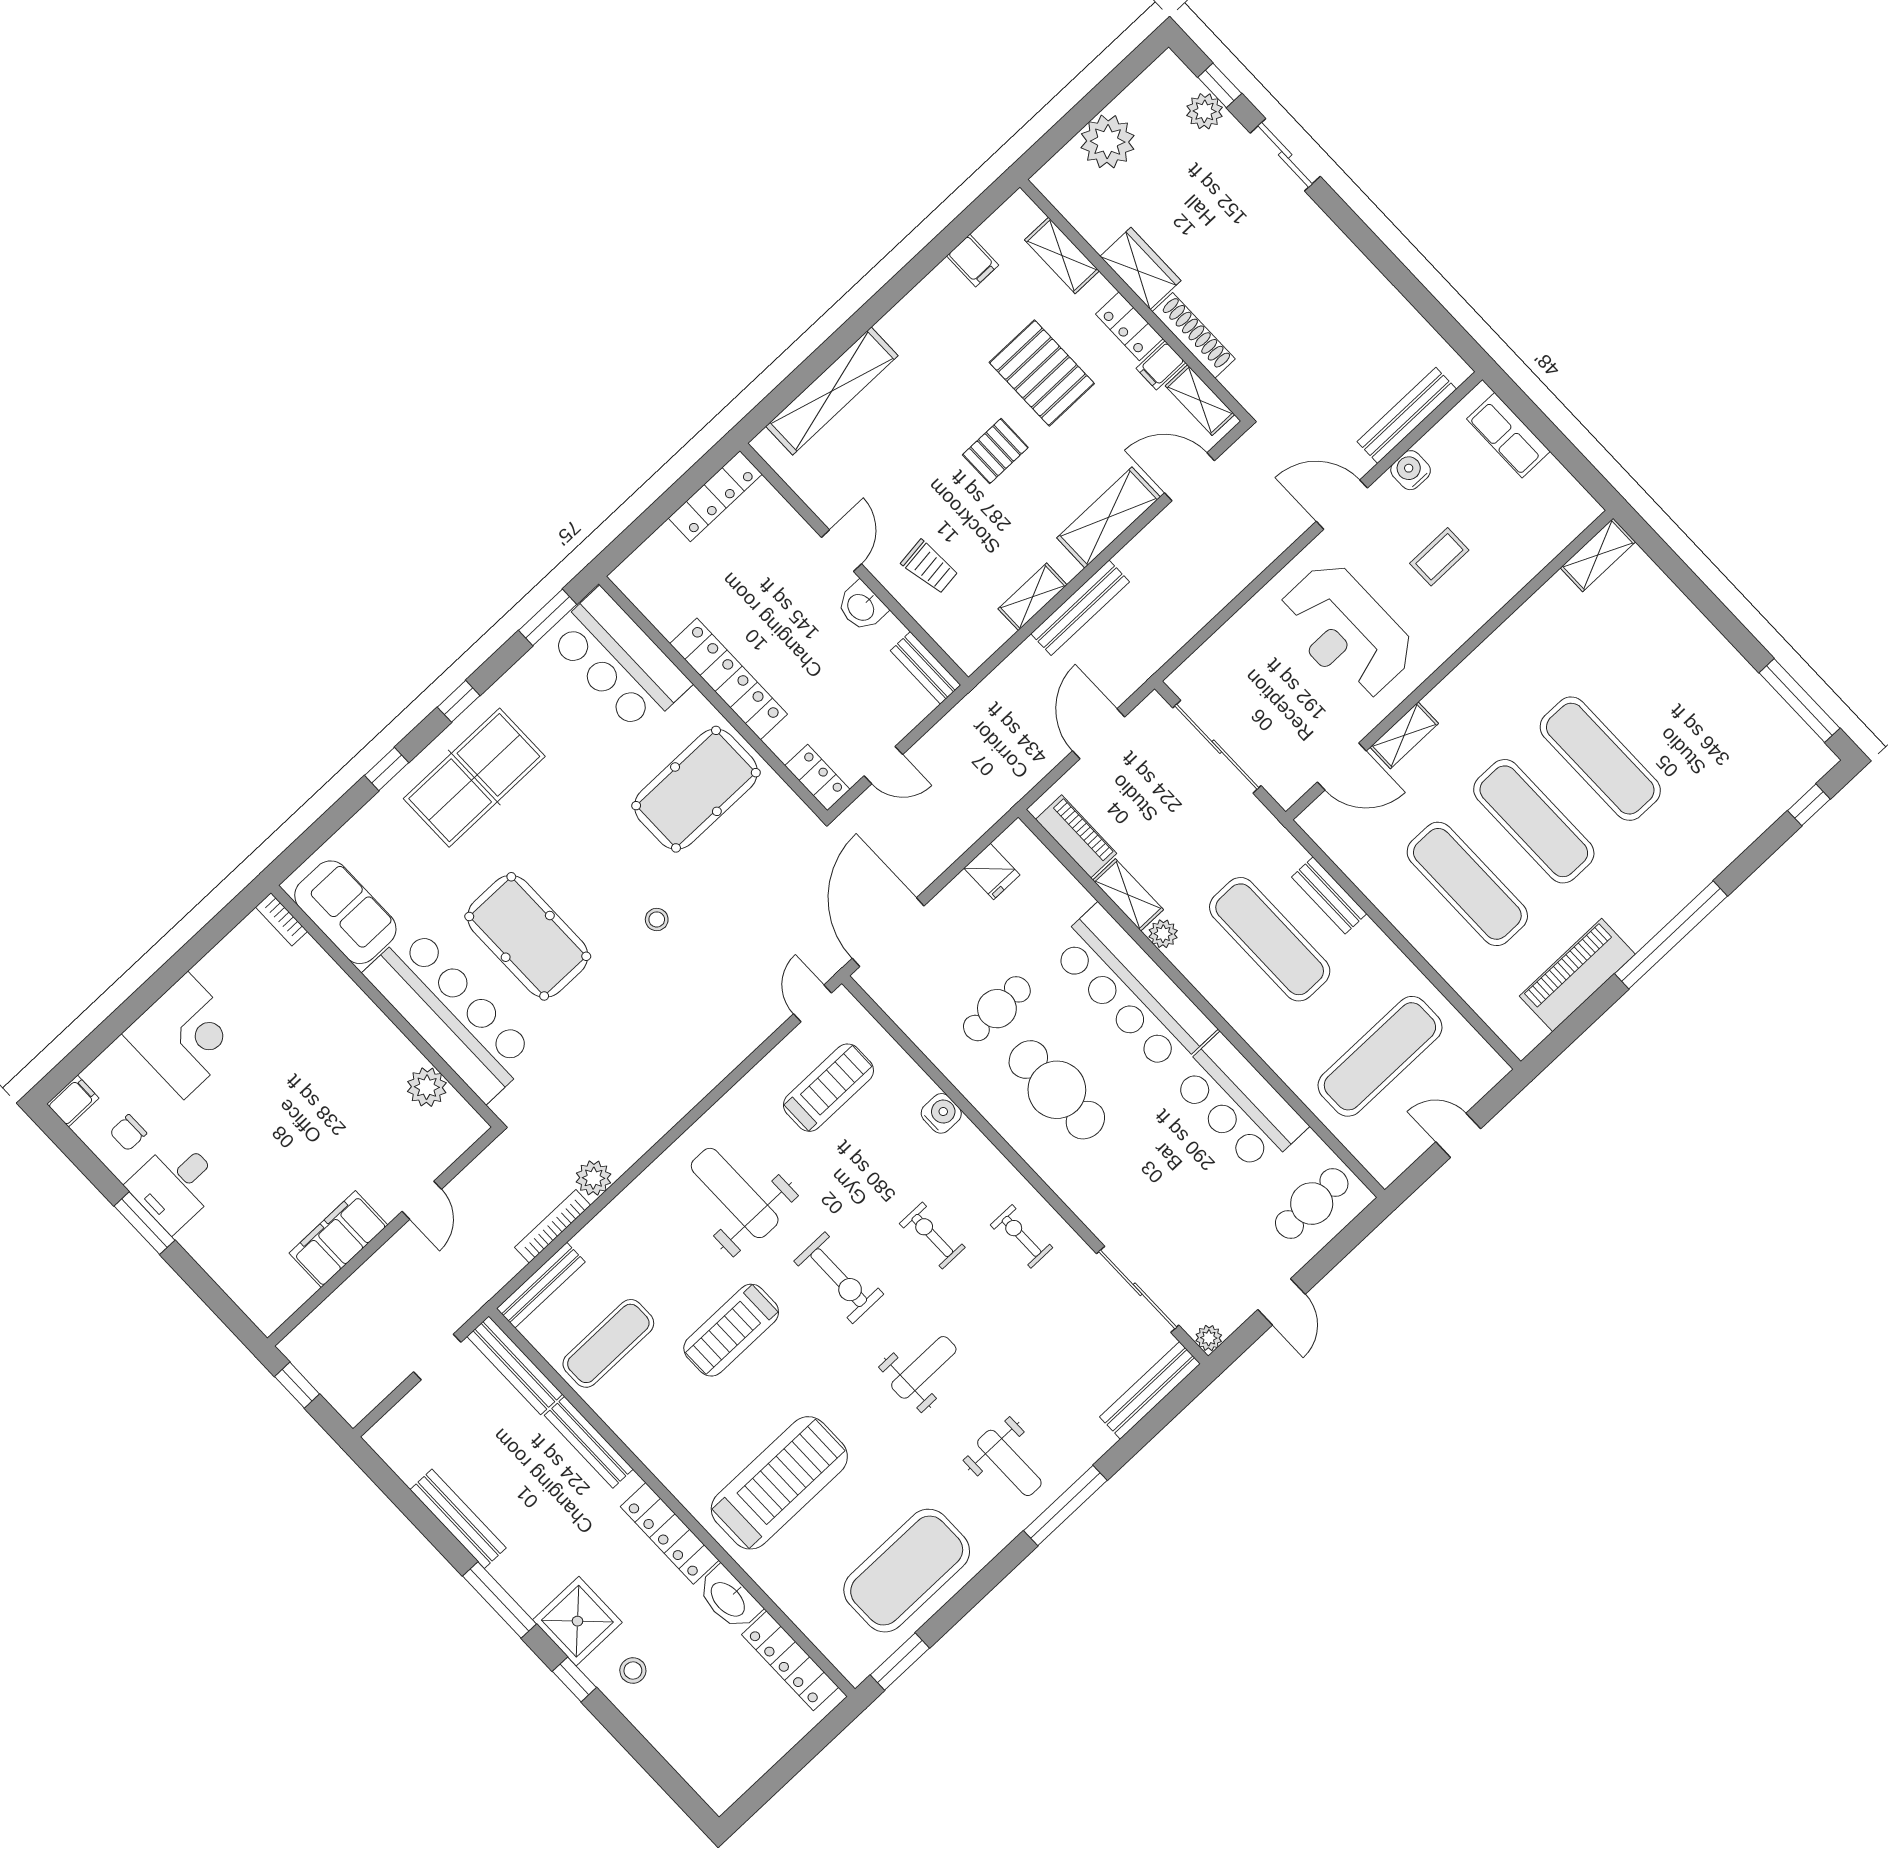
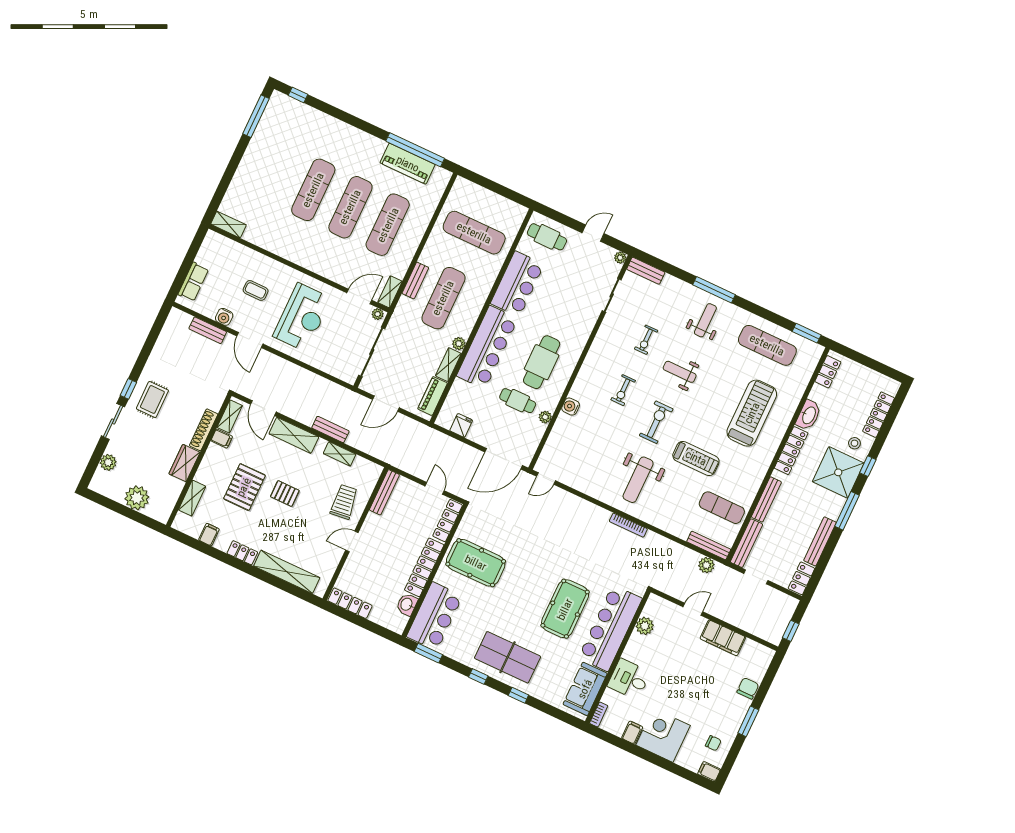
window: (1220, 85) -> (128, 389), moved
rug: (1298, 254) -> (152, 399), added
locker: (1129, 326) -> (242, 553), moved, turned -90
bench: (1407, 415) -> (208, 330), width x0.73
trolley: (930, 567) -> (344, 502), width x1.36, depth x1.39
washbasin: (862, 607) -> (407, 604), moved, turned 180
bench: (1080, 608) -> (330, 429), width x0.73
bench: (925, 668) -> (384, 492), width x1.36
shelving: (1404, 735) -> (390, 292), moved, turned 90
door: (1342, 766) -> (359, 297), hinge flipped
locker: (817, 778) -> (448, 521), width x1.53
plant: (1291, 790) -> (378, 314), added
stool: (657, 919) -> (537, 558), removed
window: (1671, 935) -> (415, 150), moved
filing cabinet: (217, 974) -> (632, 733), added
plant: (940, 1052) -> (545, 417), added
treadmill: (828, 1088) -> (578, 458), removed
door: (1458, 1135) -> (494, 187), removed
plant: (594, 1178) -> (706, 565), moved
desk: (175, 1185) -> (629, 679), moved, turned 180
bookcase: (553, 1226) -> (628, 525), moved
exercise bike: (1021, 1236) -> (646, 340), moved
chair: (213, 1249) -> (748, 688), added
sliding door: (1138, 1289) -> (612, 295), width x0.73
bench: (1150, 1390) -> (646, 271), width x0.73
locker: (397, 1450) -> (801, 578), added
treadmill: (779, 1483) -> (752, 413), turned 90
exercise mat: (907, 1571) -> (767, 345), width x0.68
shower: (577, 1621) -> (838, 472), width x1.37, depth x1.37
locker: (790, 1661) -> (828, 372), width x0.66
locker: (672, 1744) -> (879, 415), added

